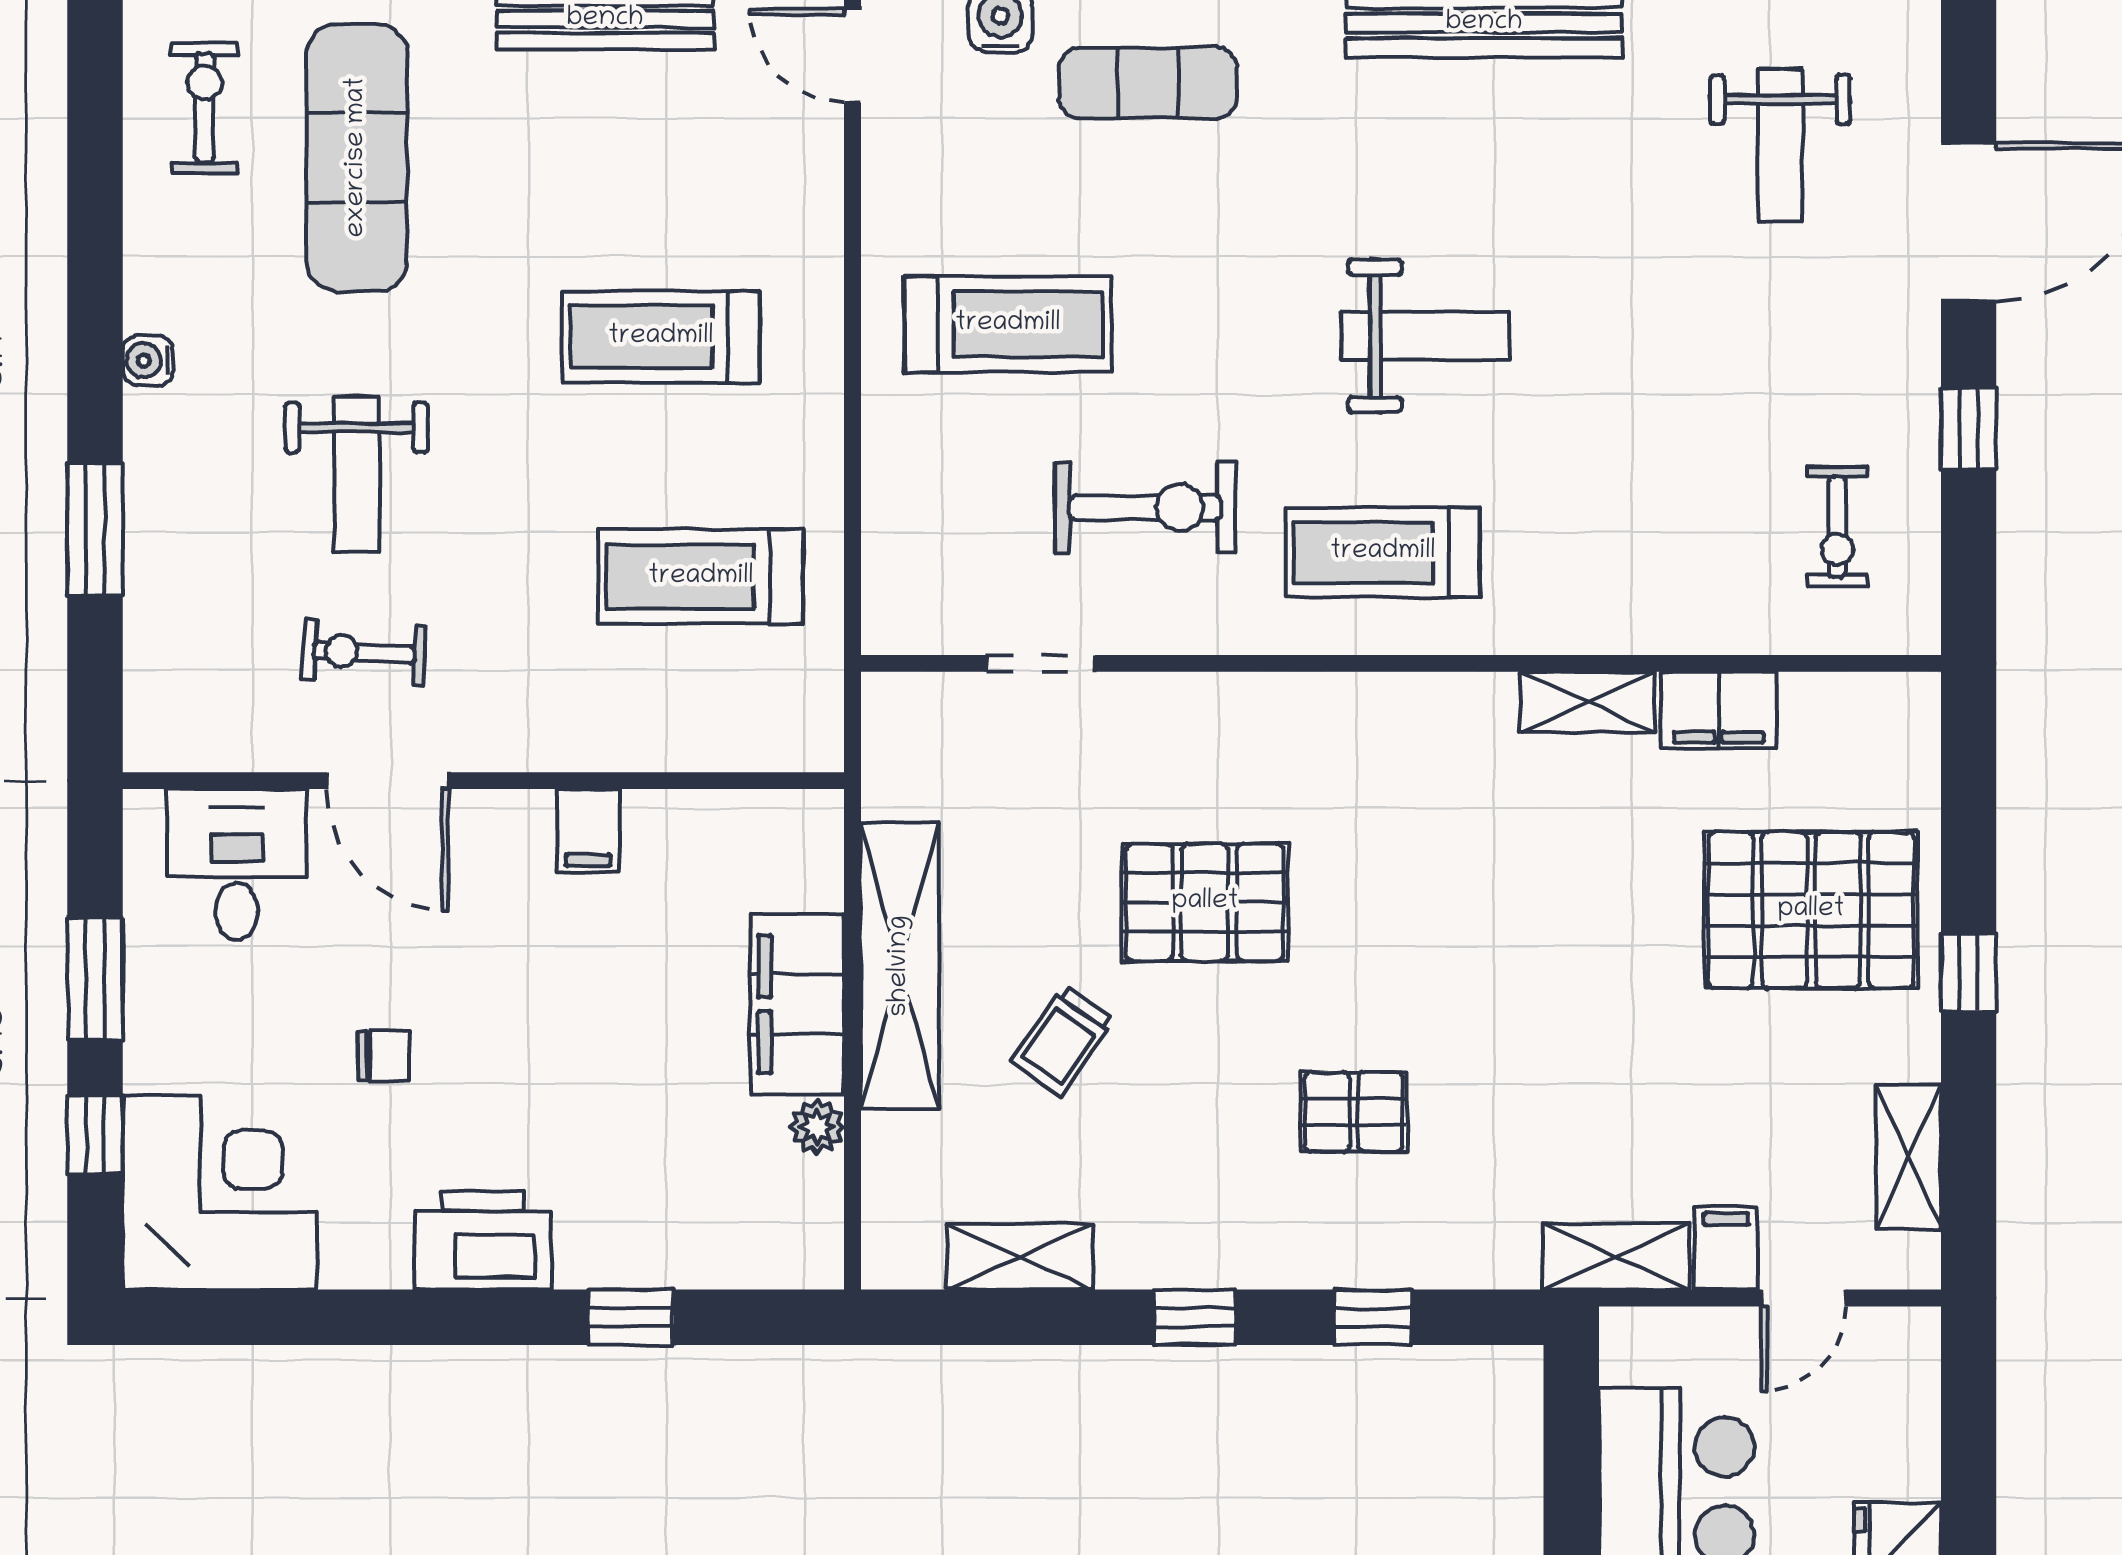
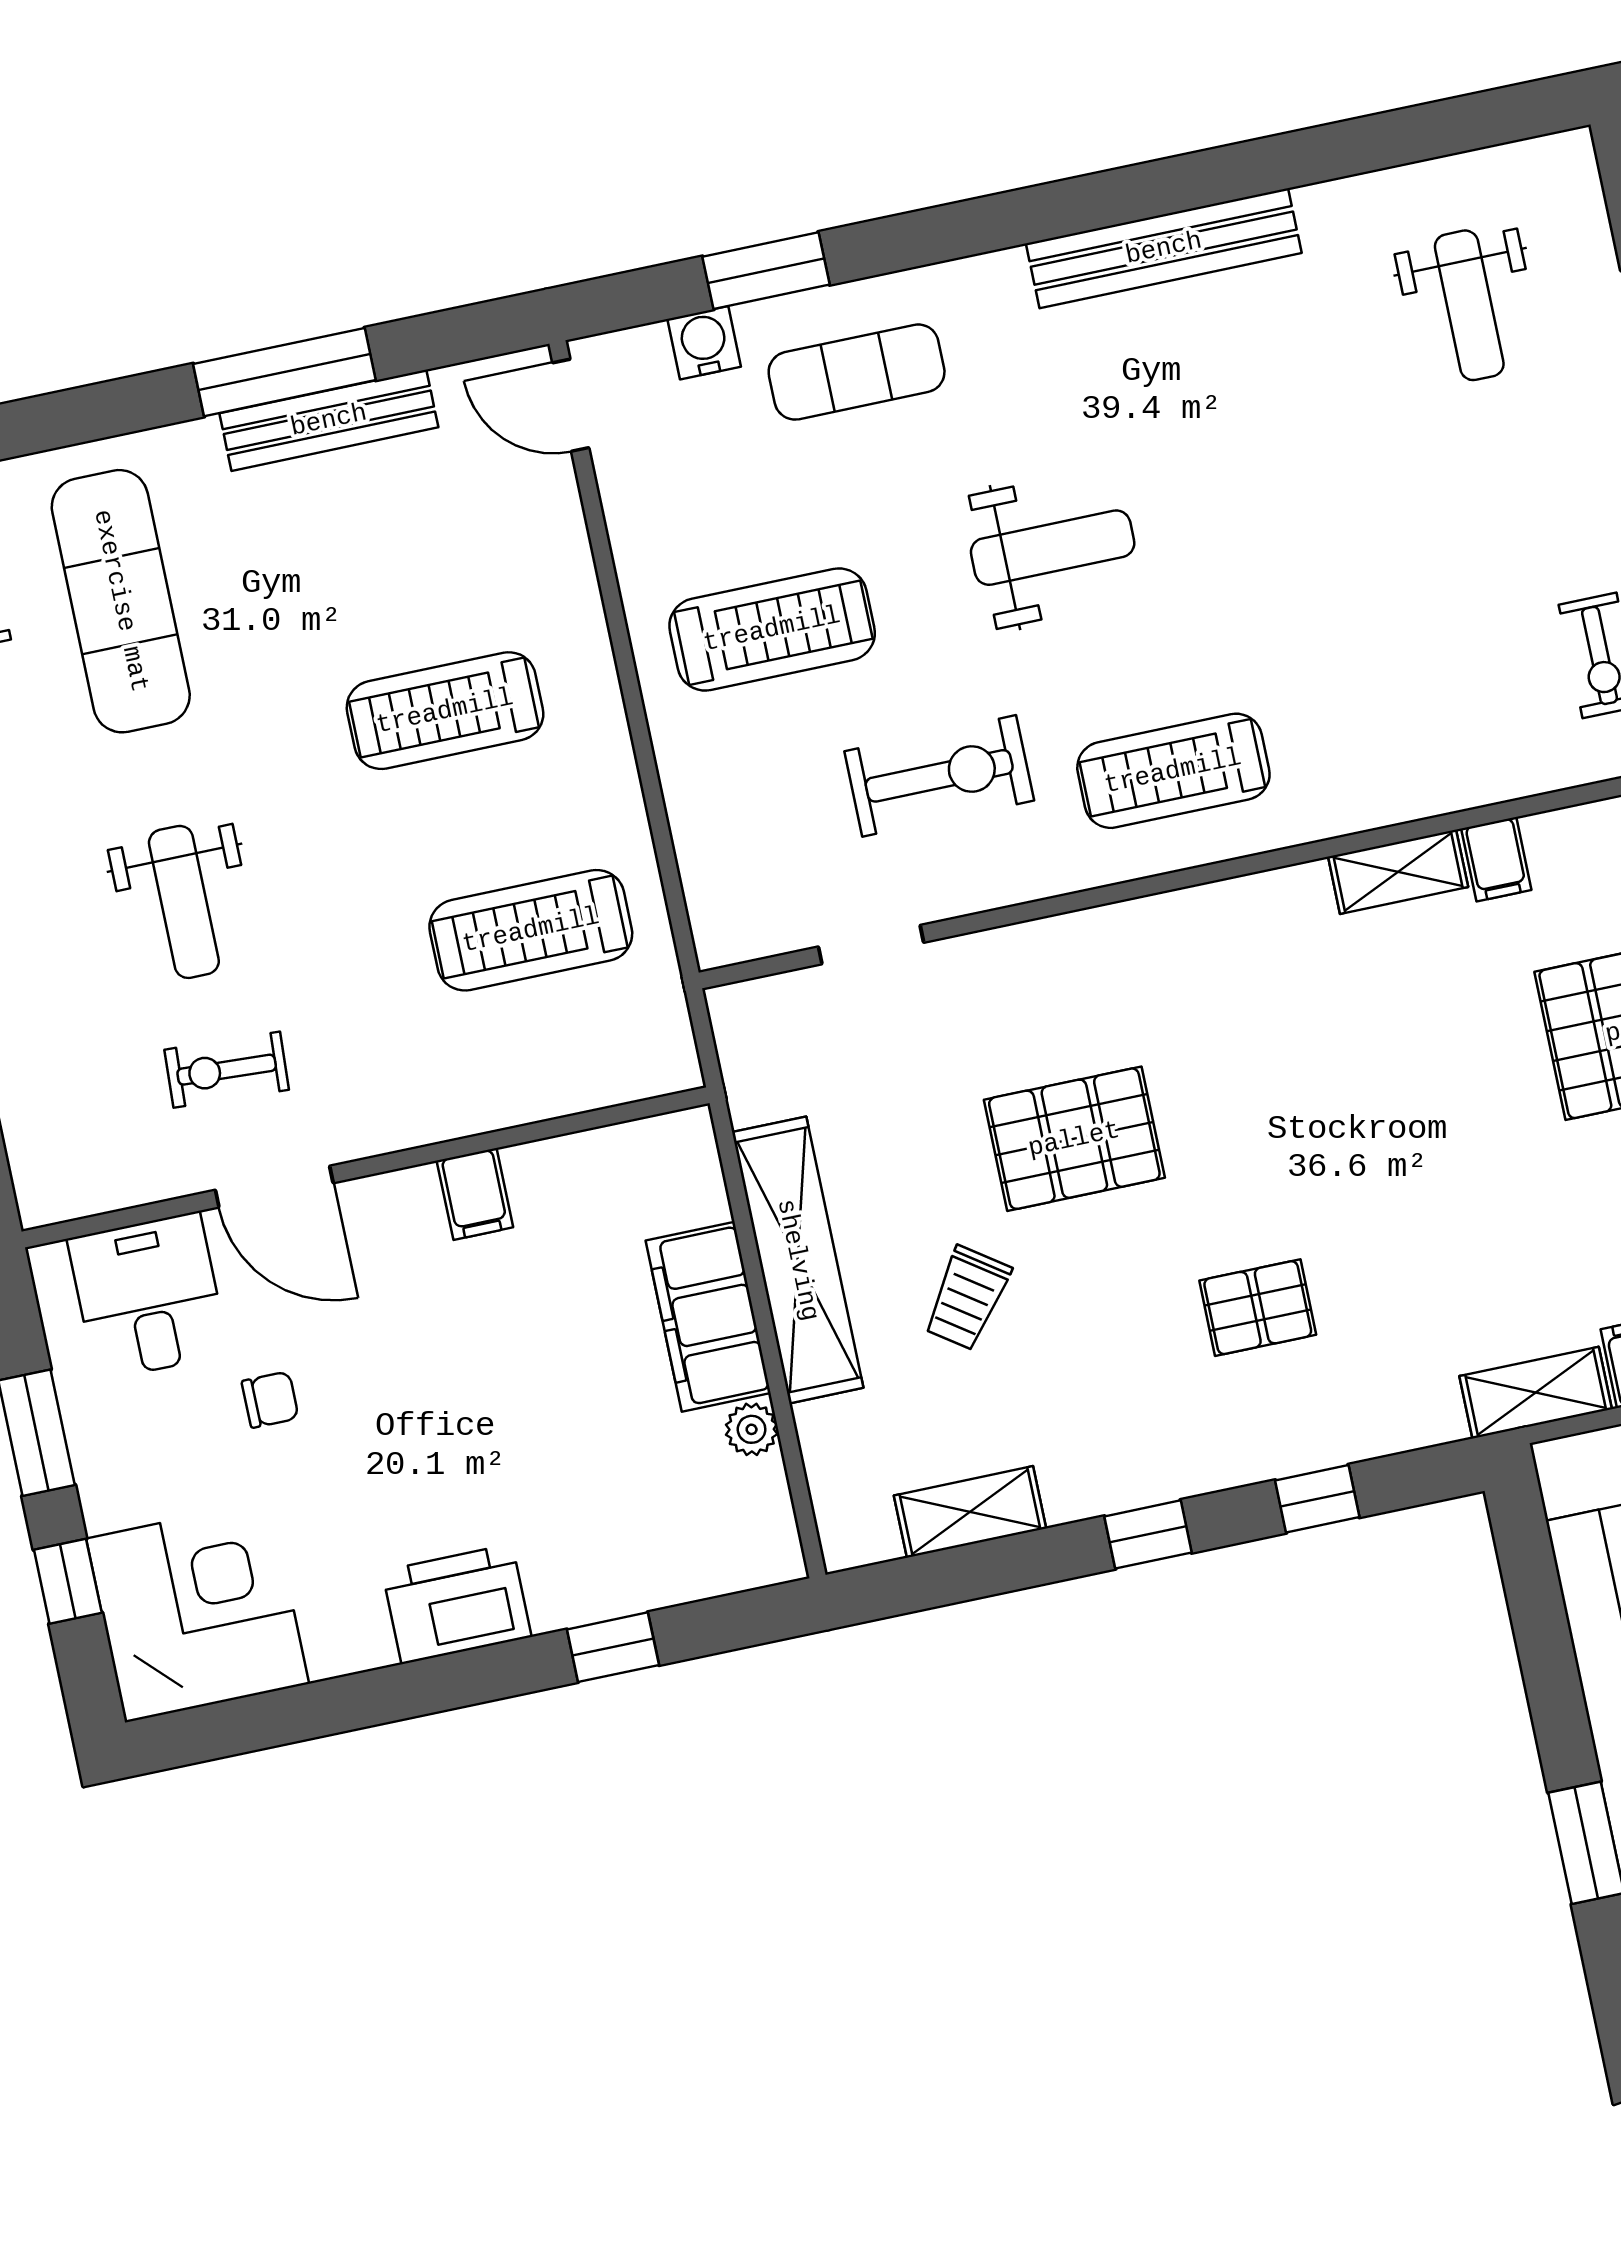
weight bench: (1425, 336) -> (1053, 548), moved
filing cabinet: (1719, 710) -> (1496, 859), width x0.50
chair: (383, 1056) -> (270, 1400), moved

